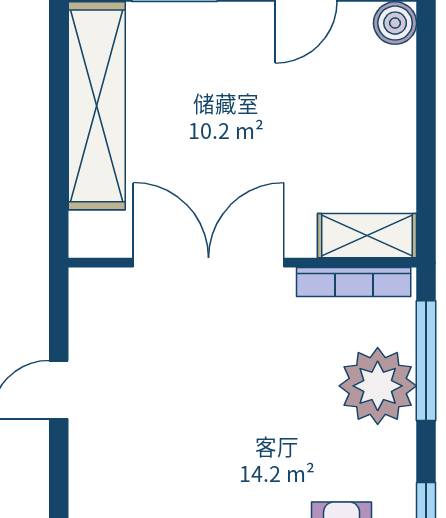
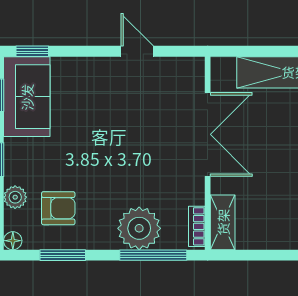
bookcase: (354, 282) -> (197, 226), width x0.64

